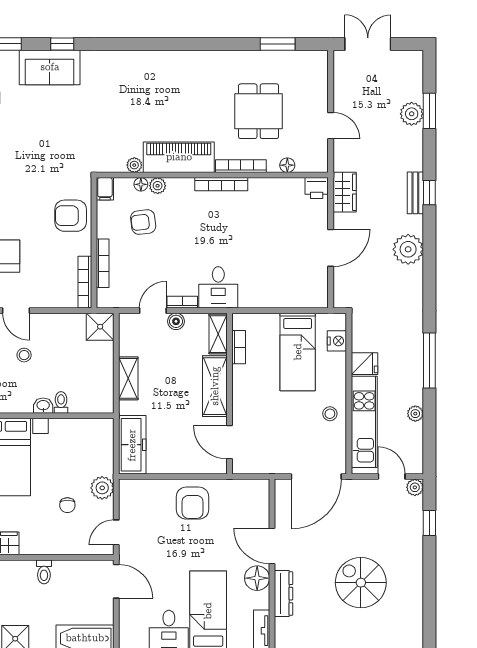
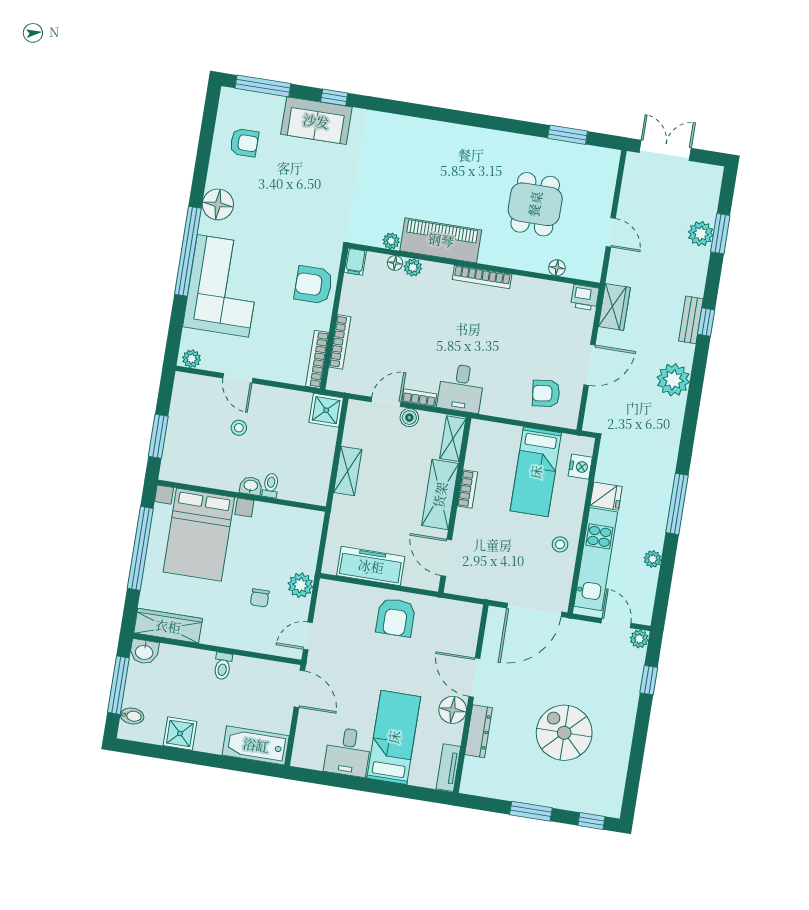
bookcase: (241, 166) -> (507, 261), removed
armchair: (143, 222) -> (546, 393), moved
bookcase: (239, 347) -> (467, 489), moved
freezer: (132, 445) -> (371, 566), moved, turned -90

